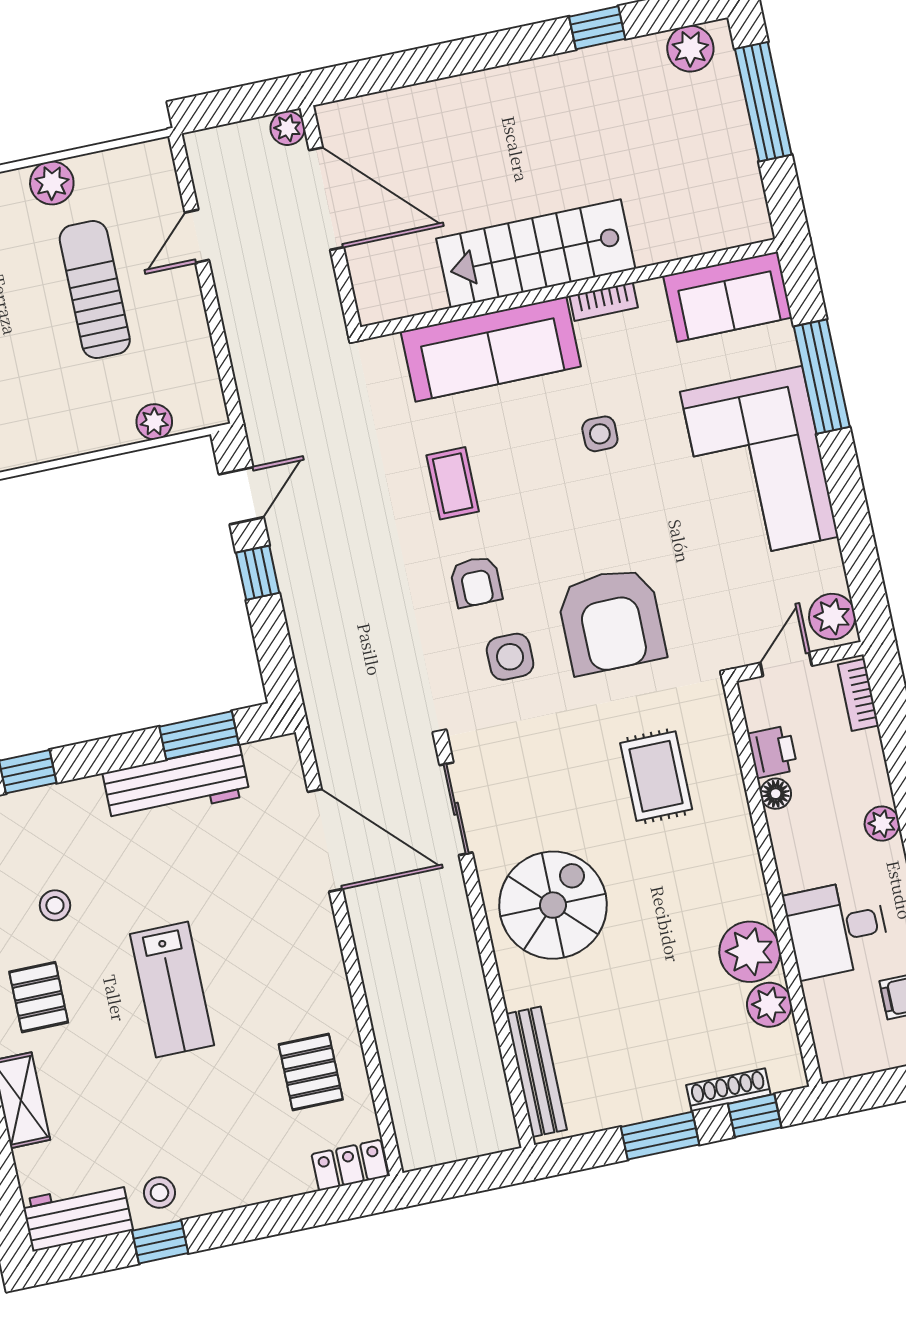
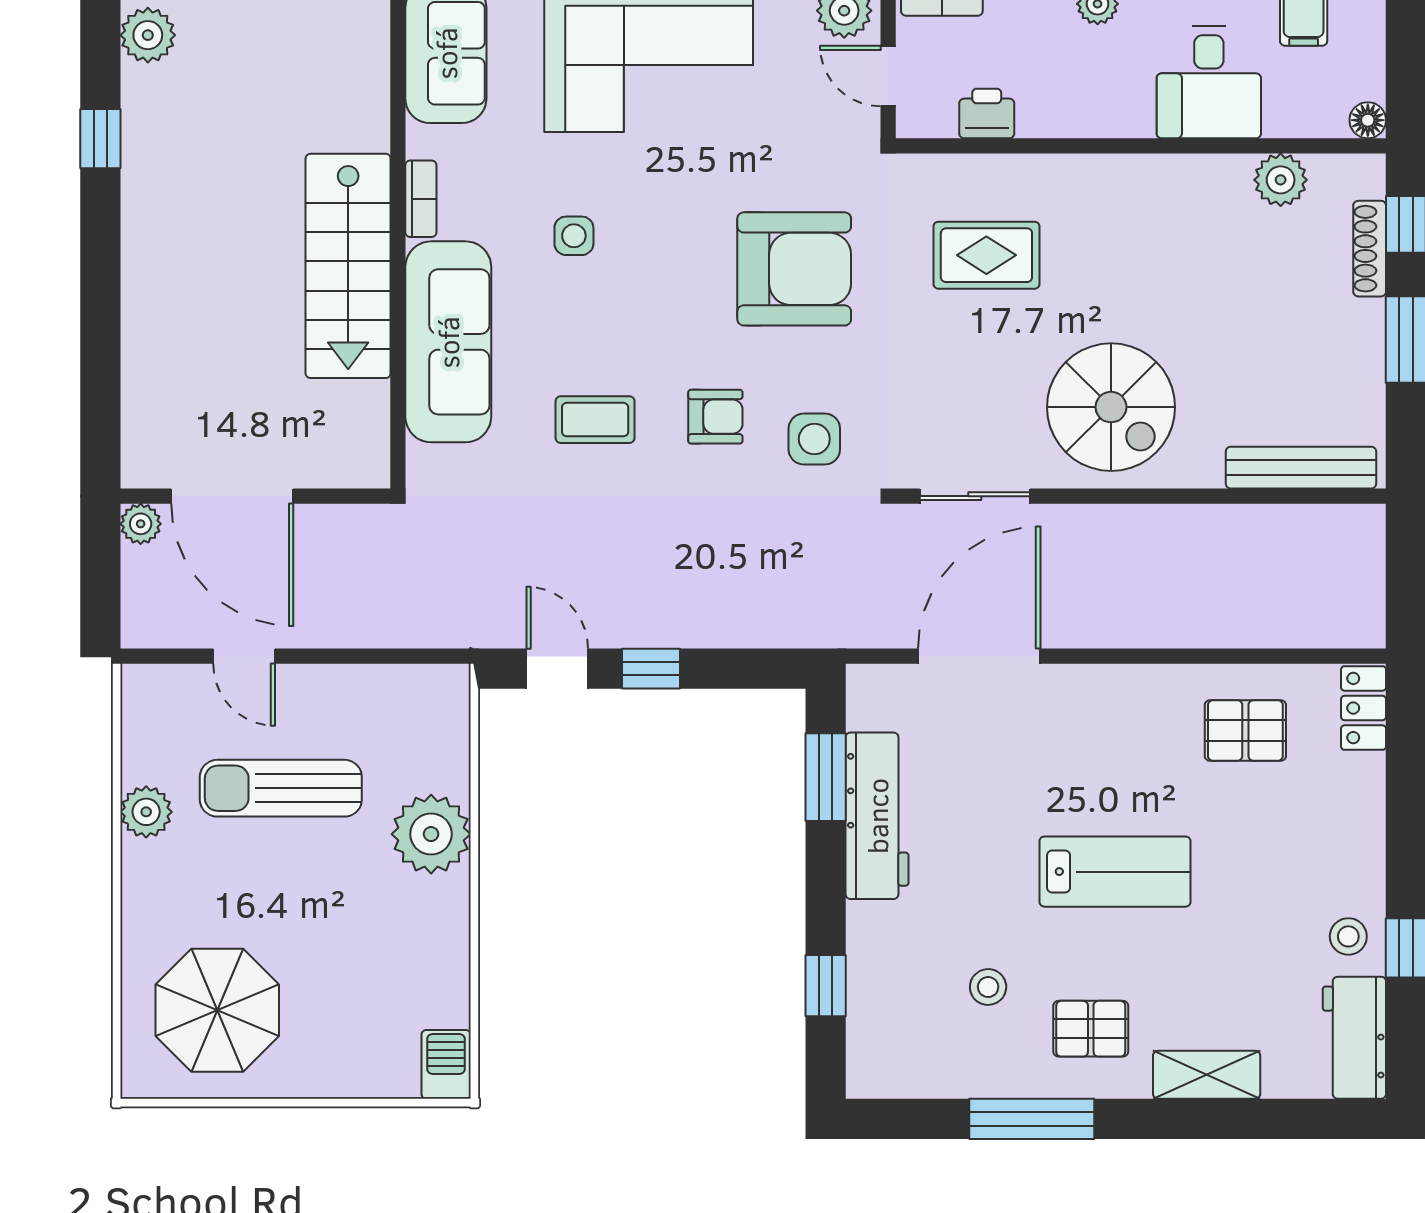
door: (326, 199) -> (232, 496), swing flipped
plant: (154, 422) -> (431, 834), moved, width x1.88, depth x1.88
side table: (510, 657) -> (814, 439), moved
floor lamp: (776, 794) -> (1368, 120), moved
spiral stairs: (553, 905) -> (1111, 407), turned 180
plant: (750, 952) -> (1214, 190), removed

